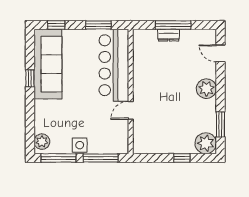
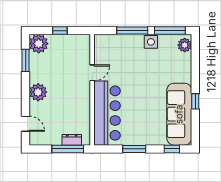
bar counter: (114, 65) -> (107, 113), moved
wall: (131, 91) -> (92, 90), moved
door: (131, 110) -> (92, 73), moved

